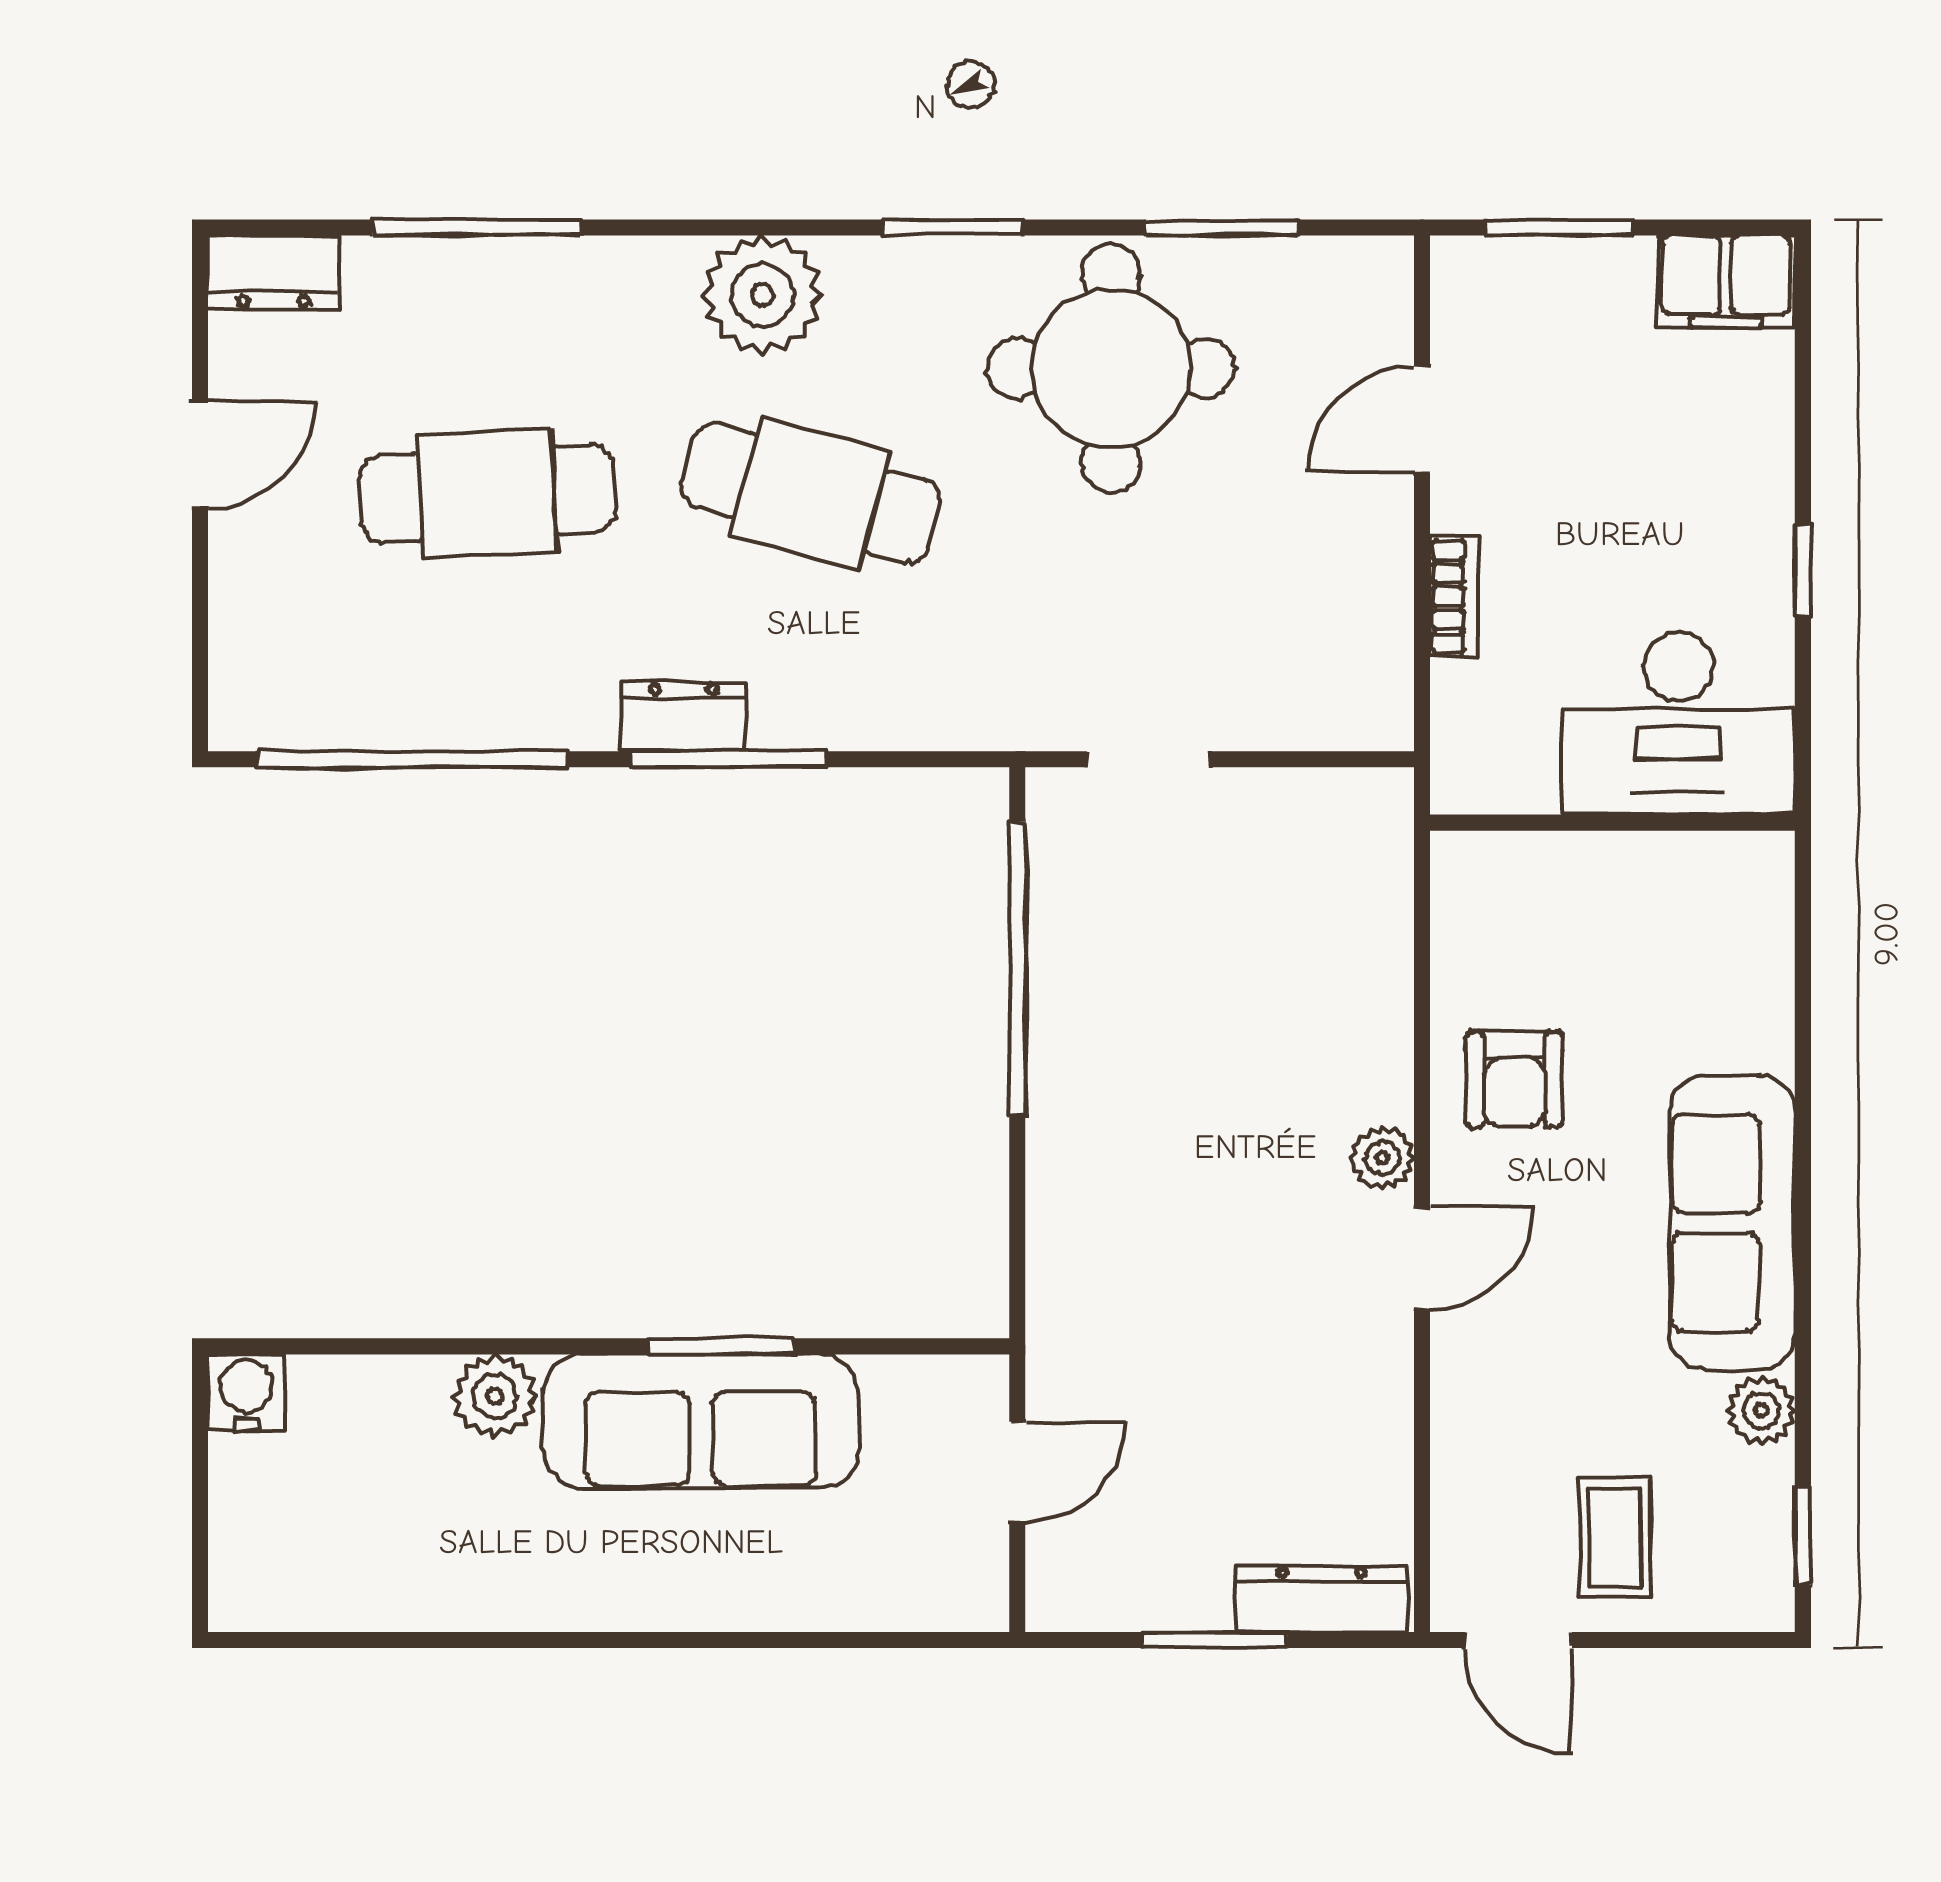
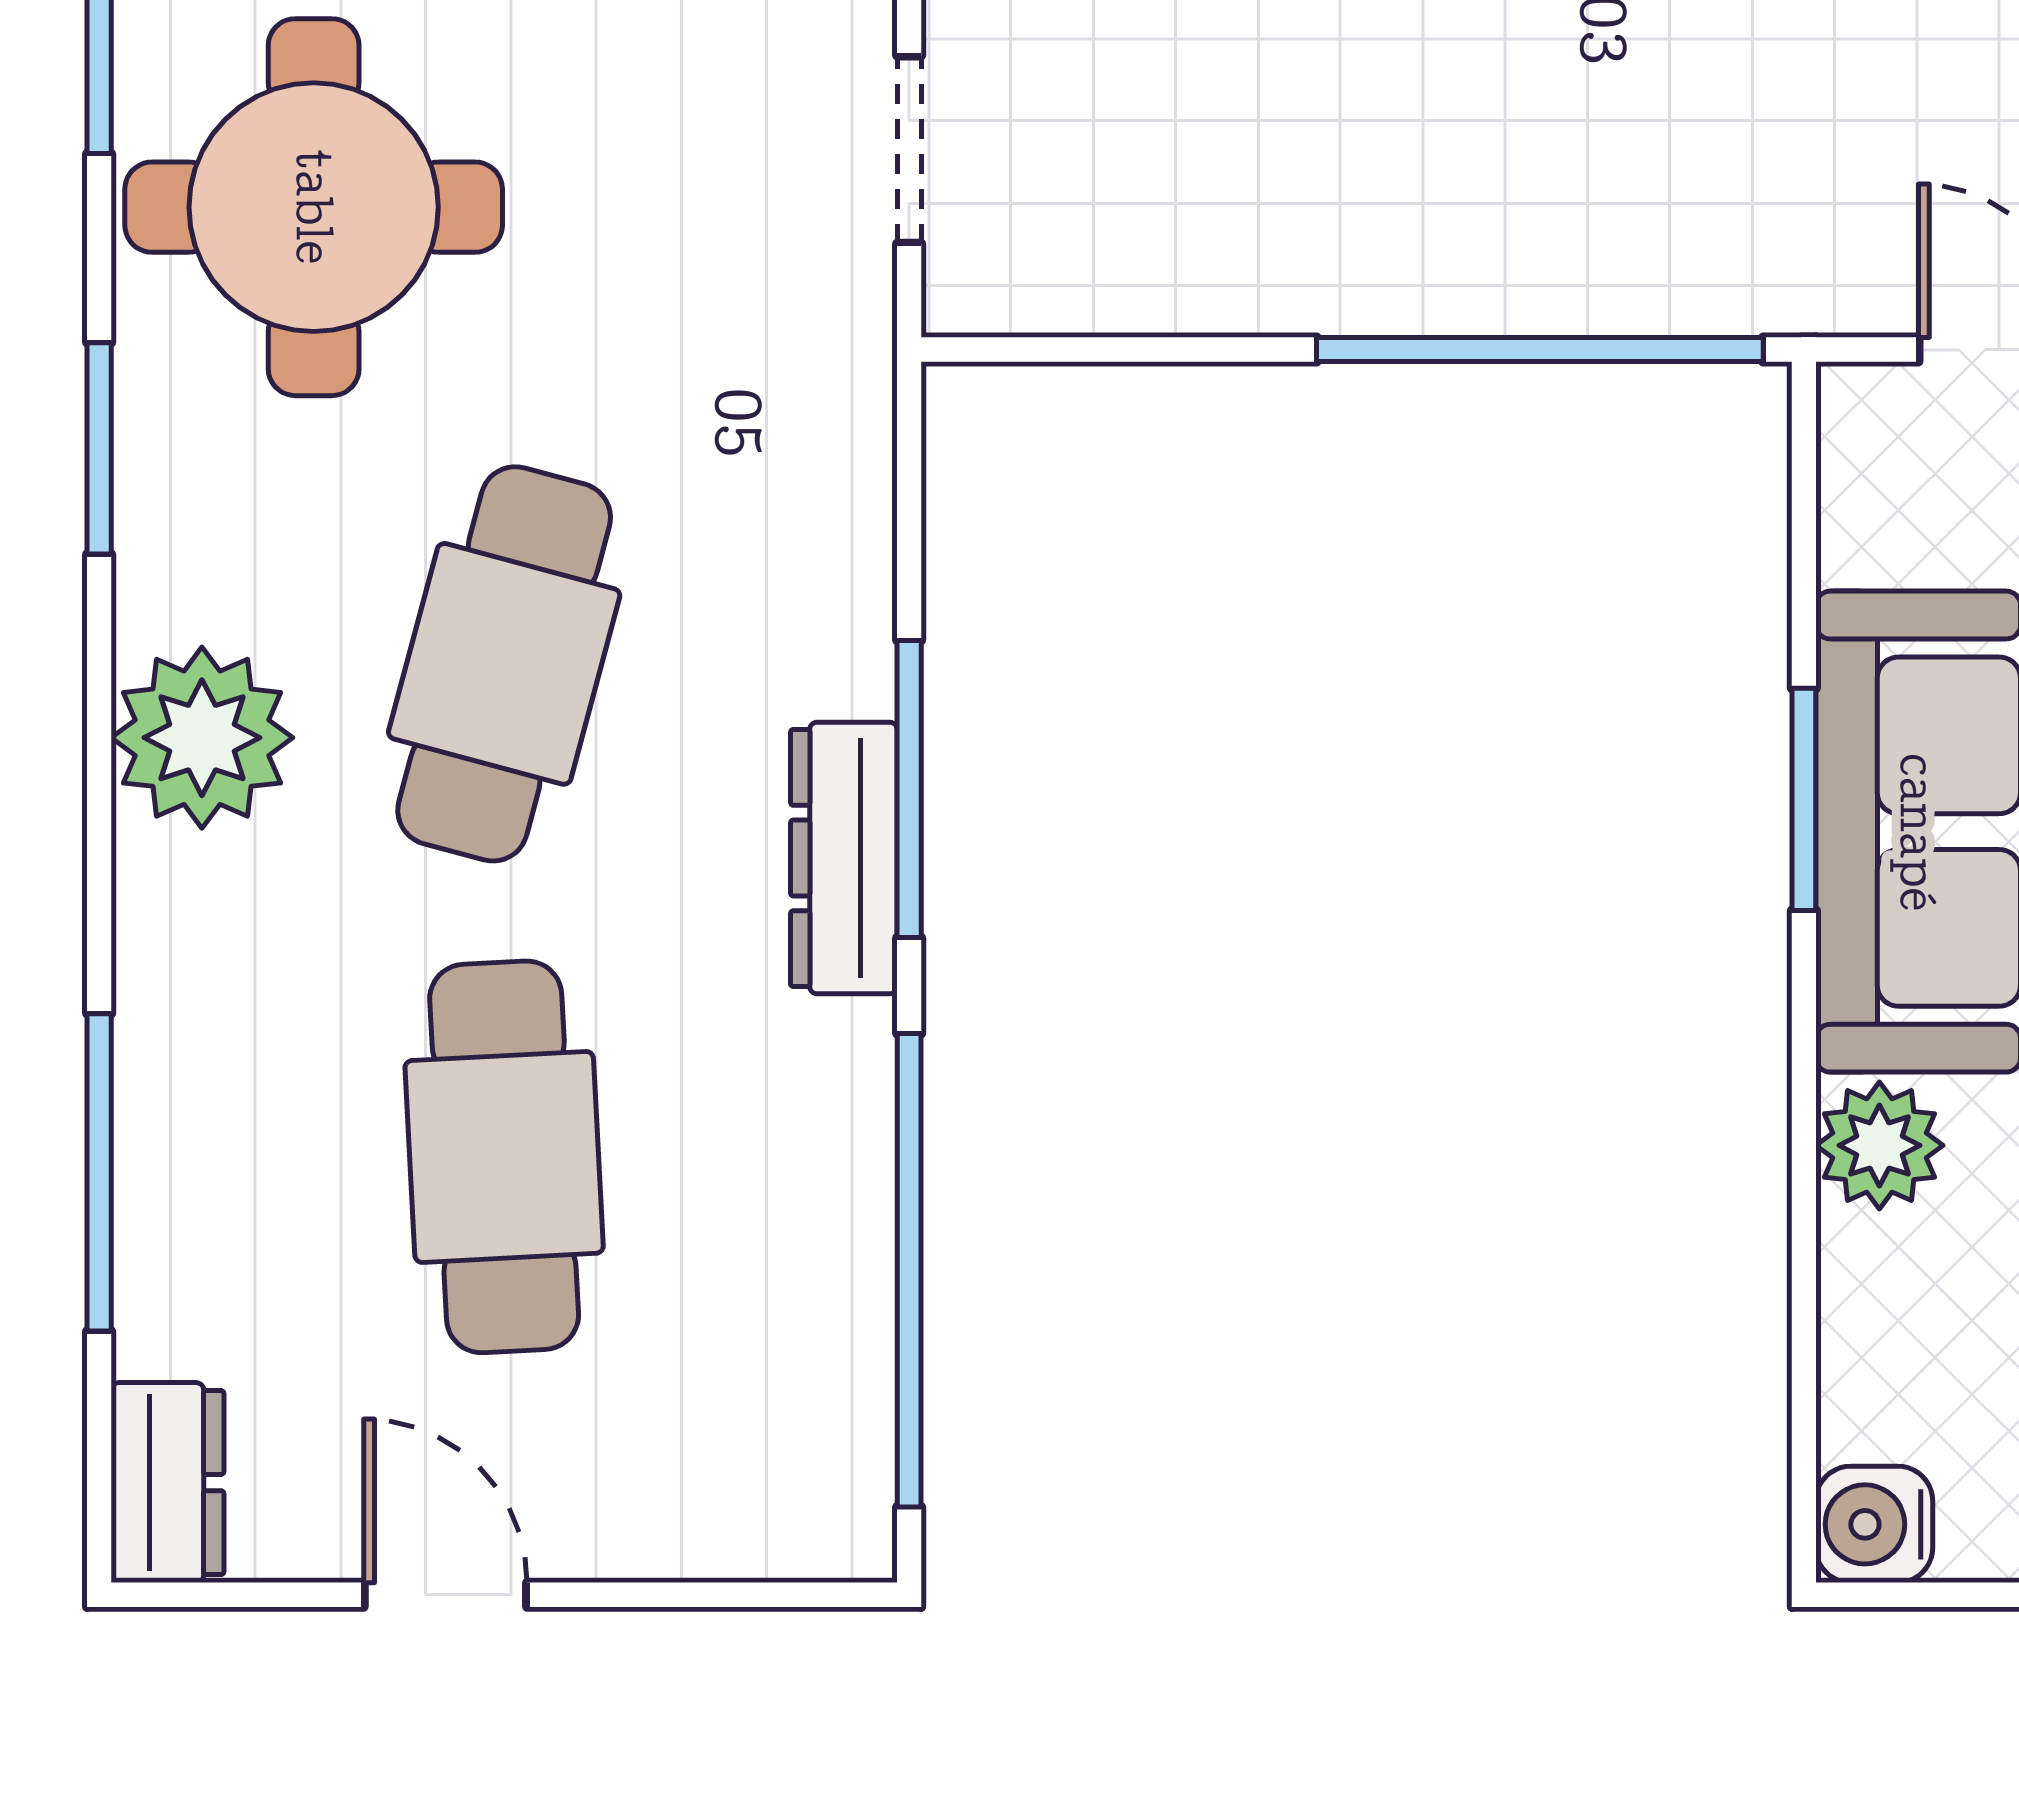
dresser: (684, 716) -> (844, 858), width x1.44
window: (1017, 968) -> (1540, 350), moved

